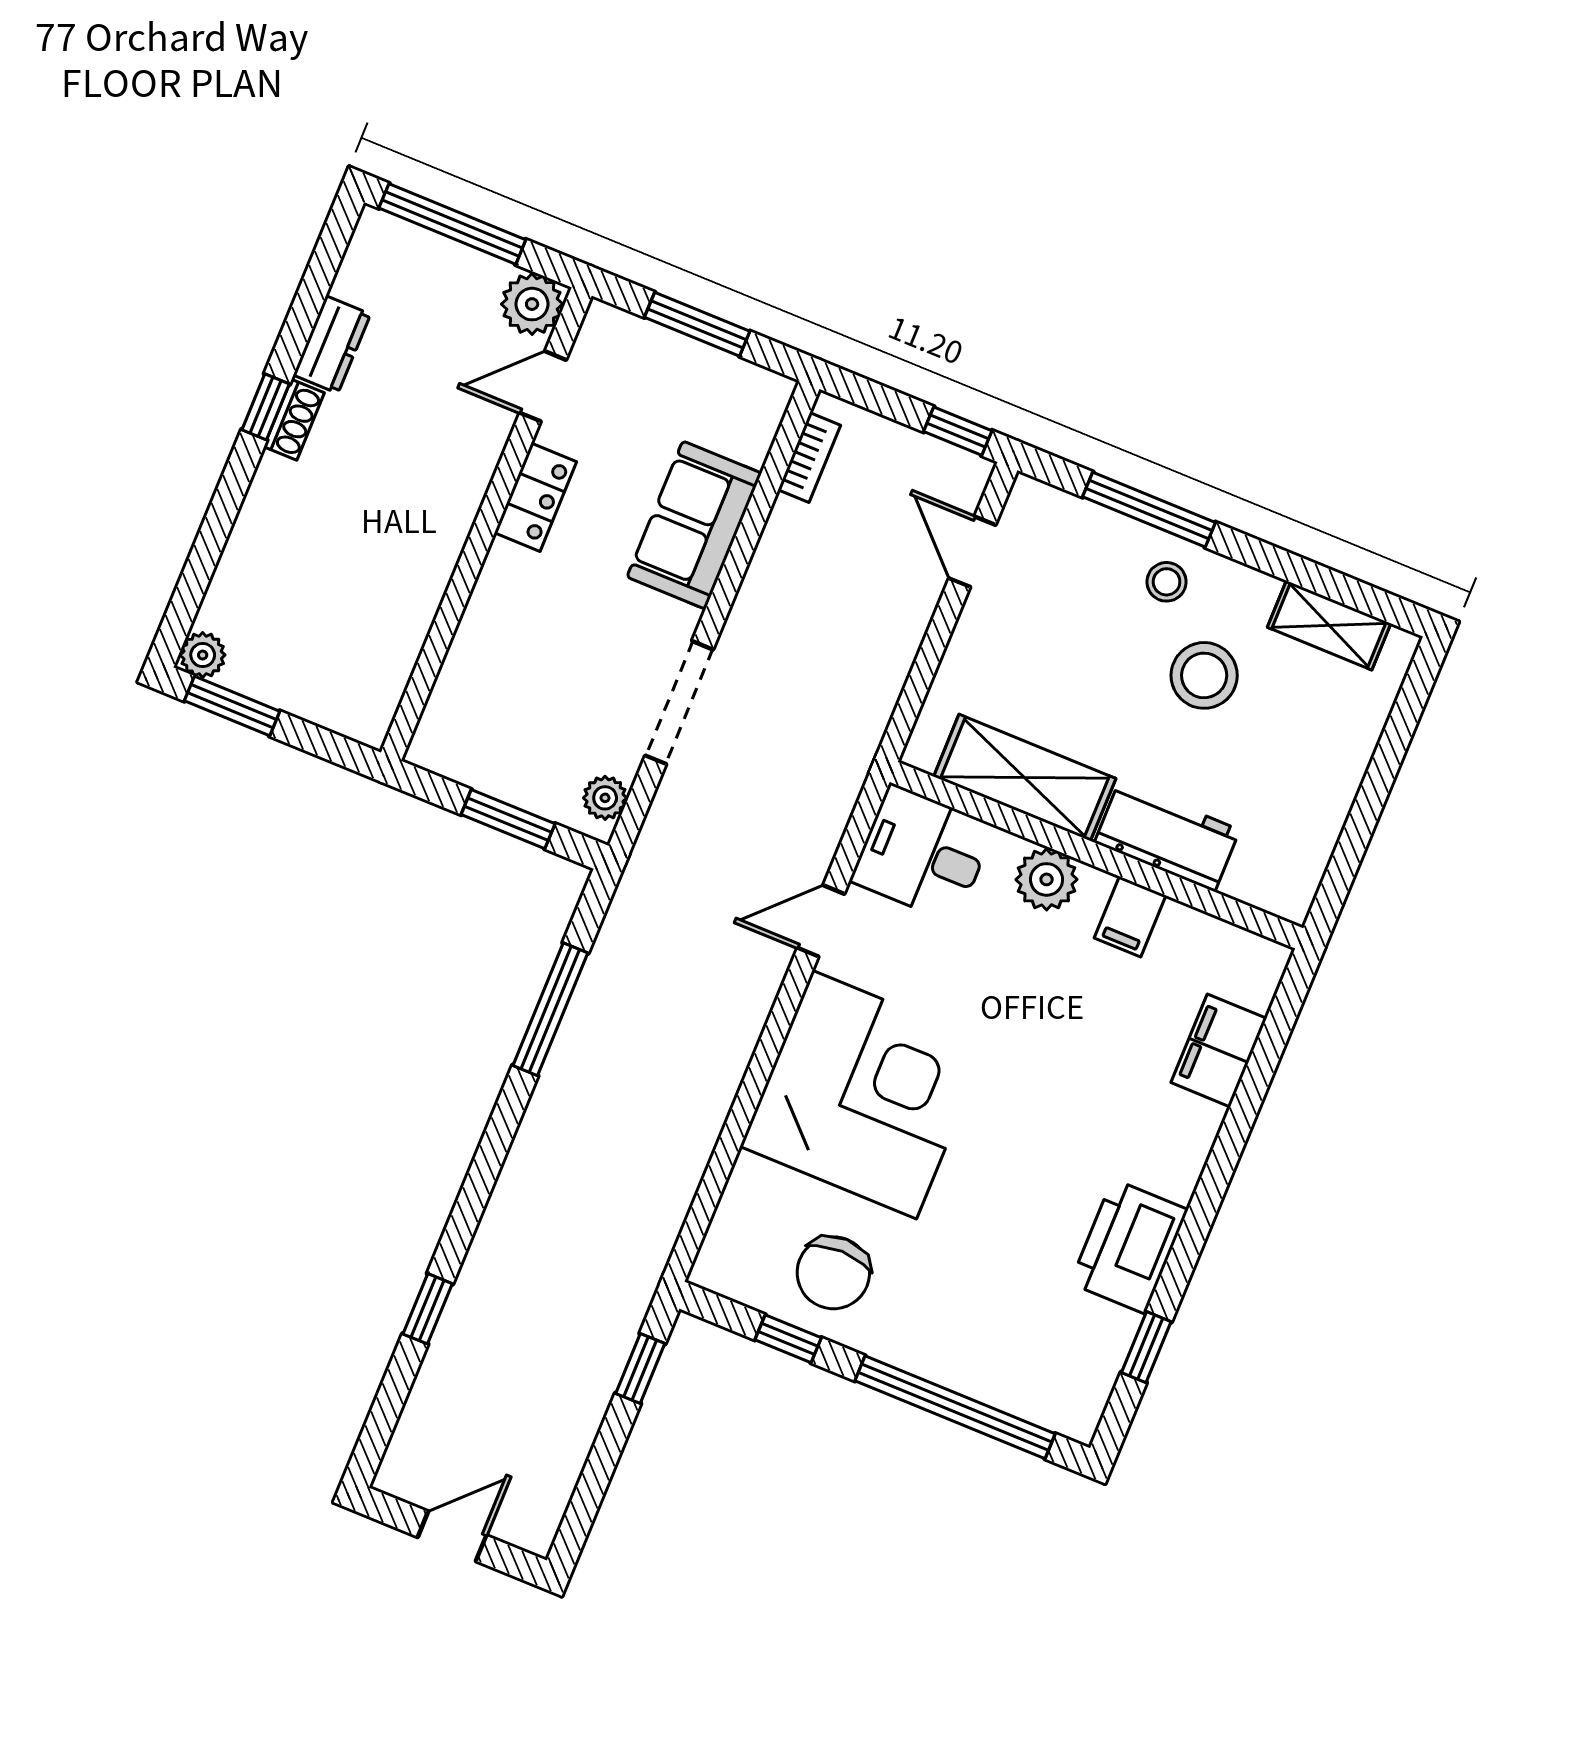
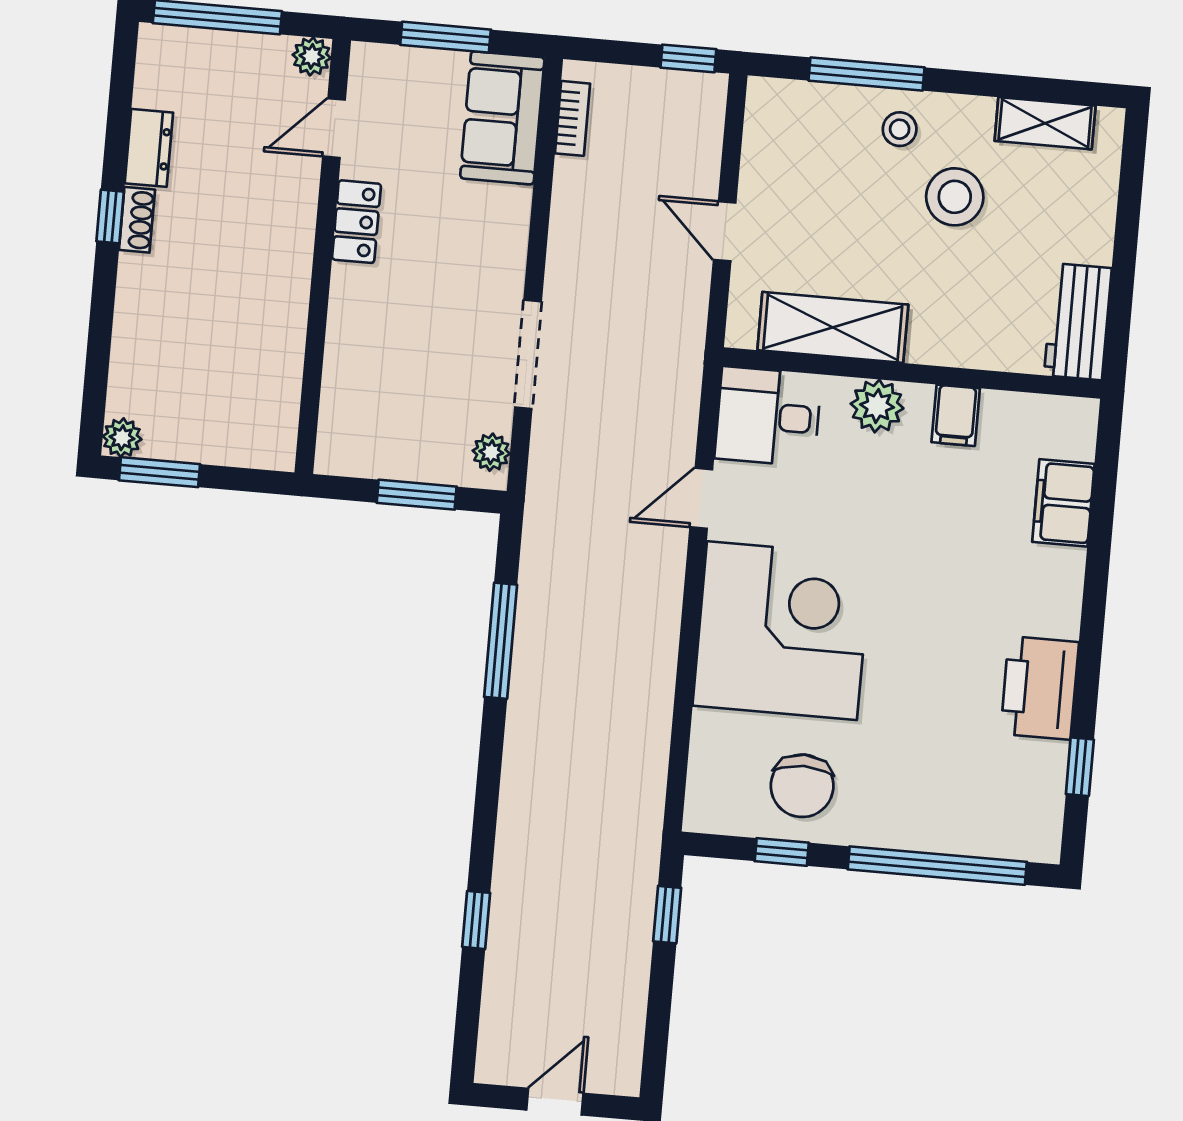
plant: (532, 304) -> (312, 56), width x0.73, depth x0.73
sofa: (694, 525) -> (502, 118), moved
door: (972, 552) -> (725, 231), moved
workbench: (1167, 836) -> (1078, 322), moved, turned -90

